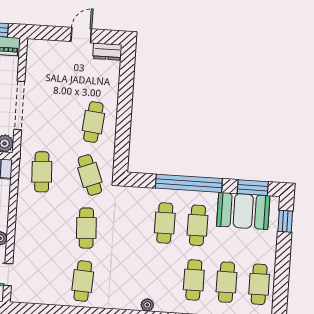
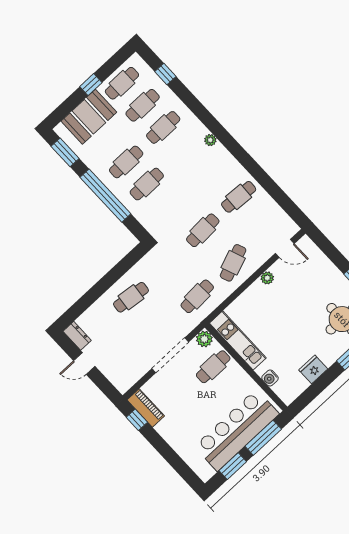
cafe table: (90, 175) -> (233, 263), moved
booth: (243, 211) -> (89, 117), moved, turned 90
window: (285, 221) -> (91, 85), moved

